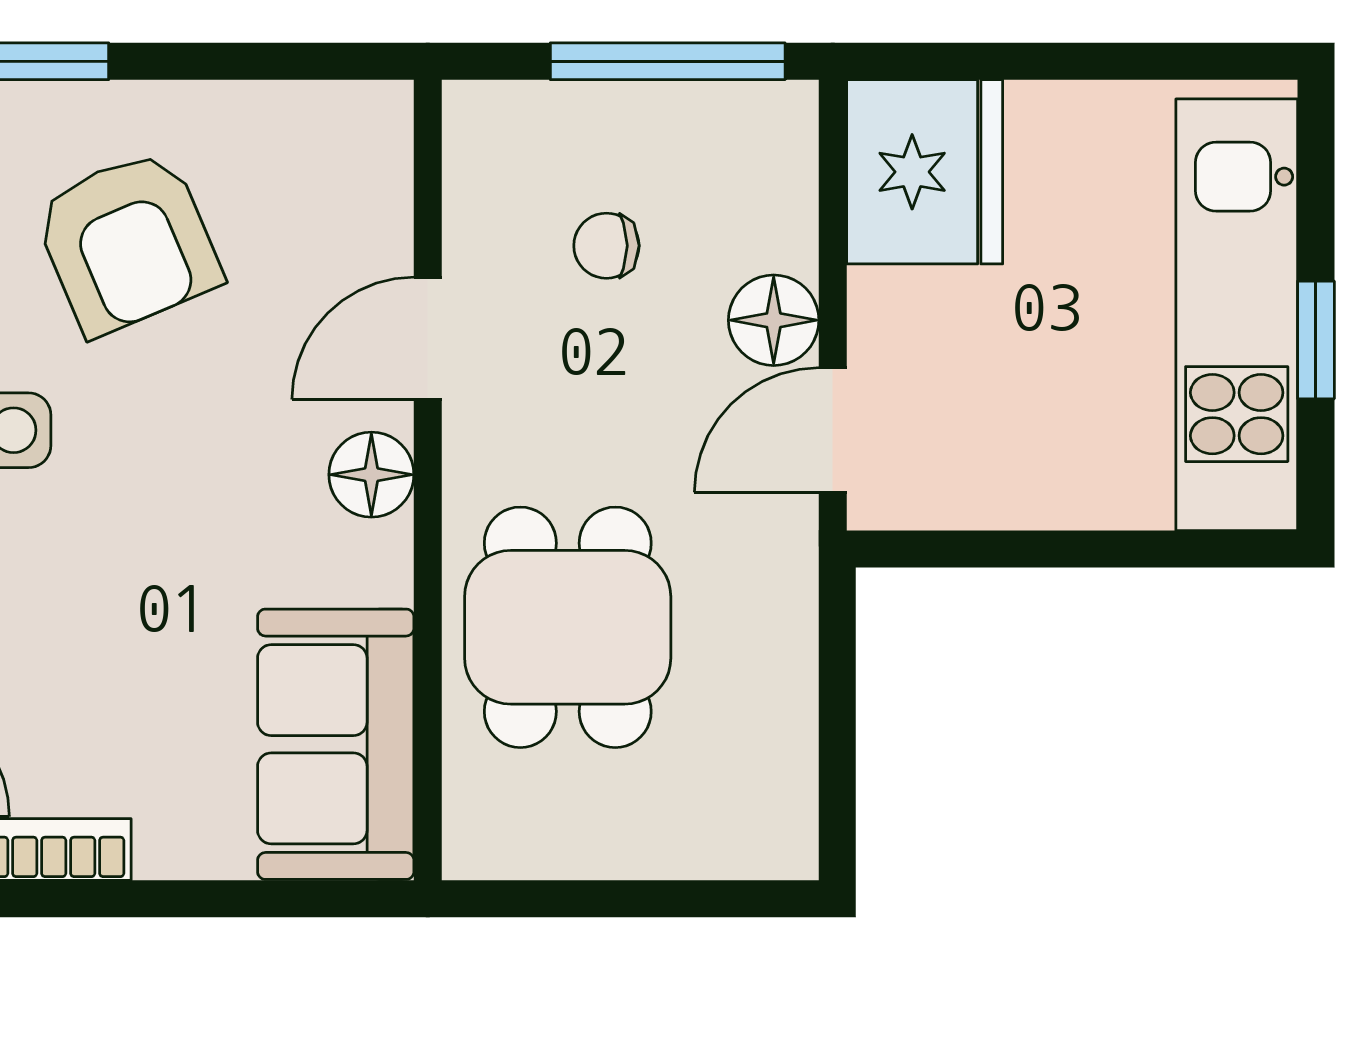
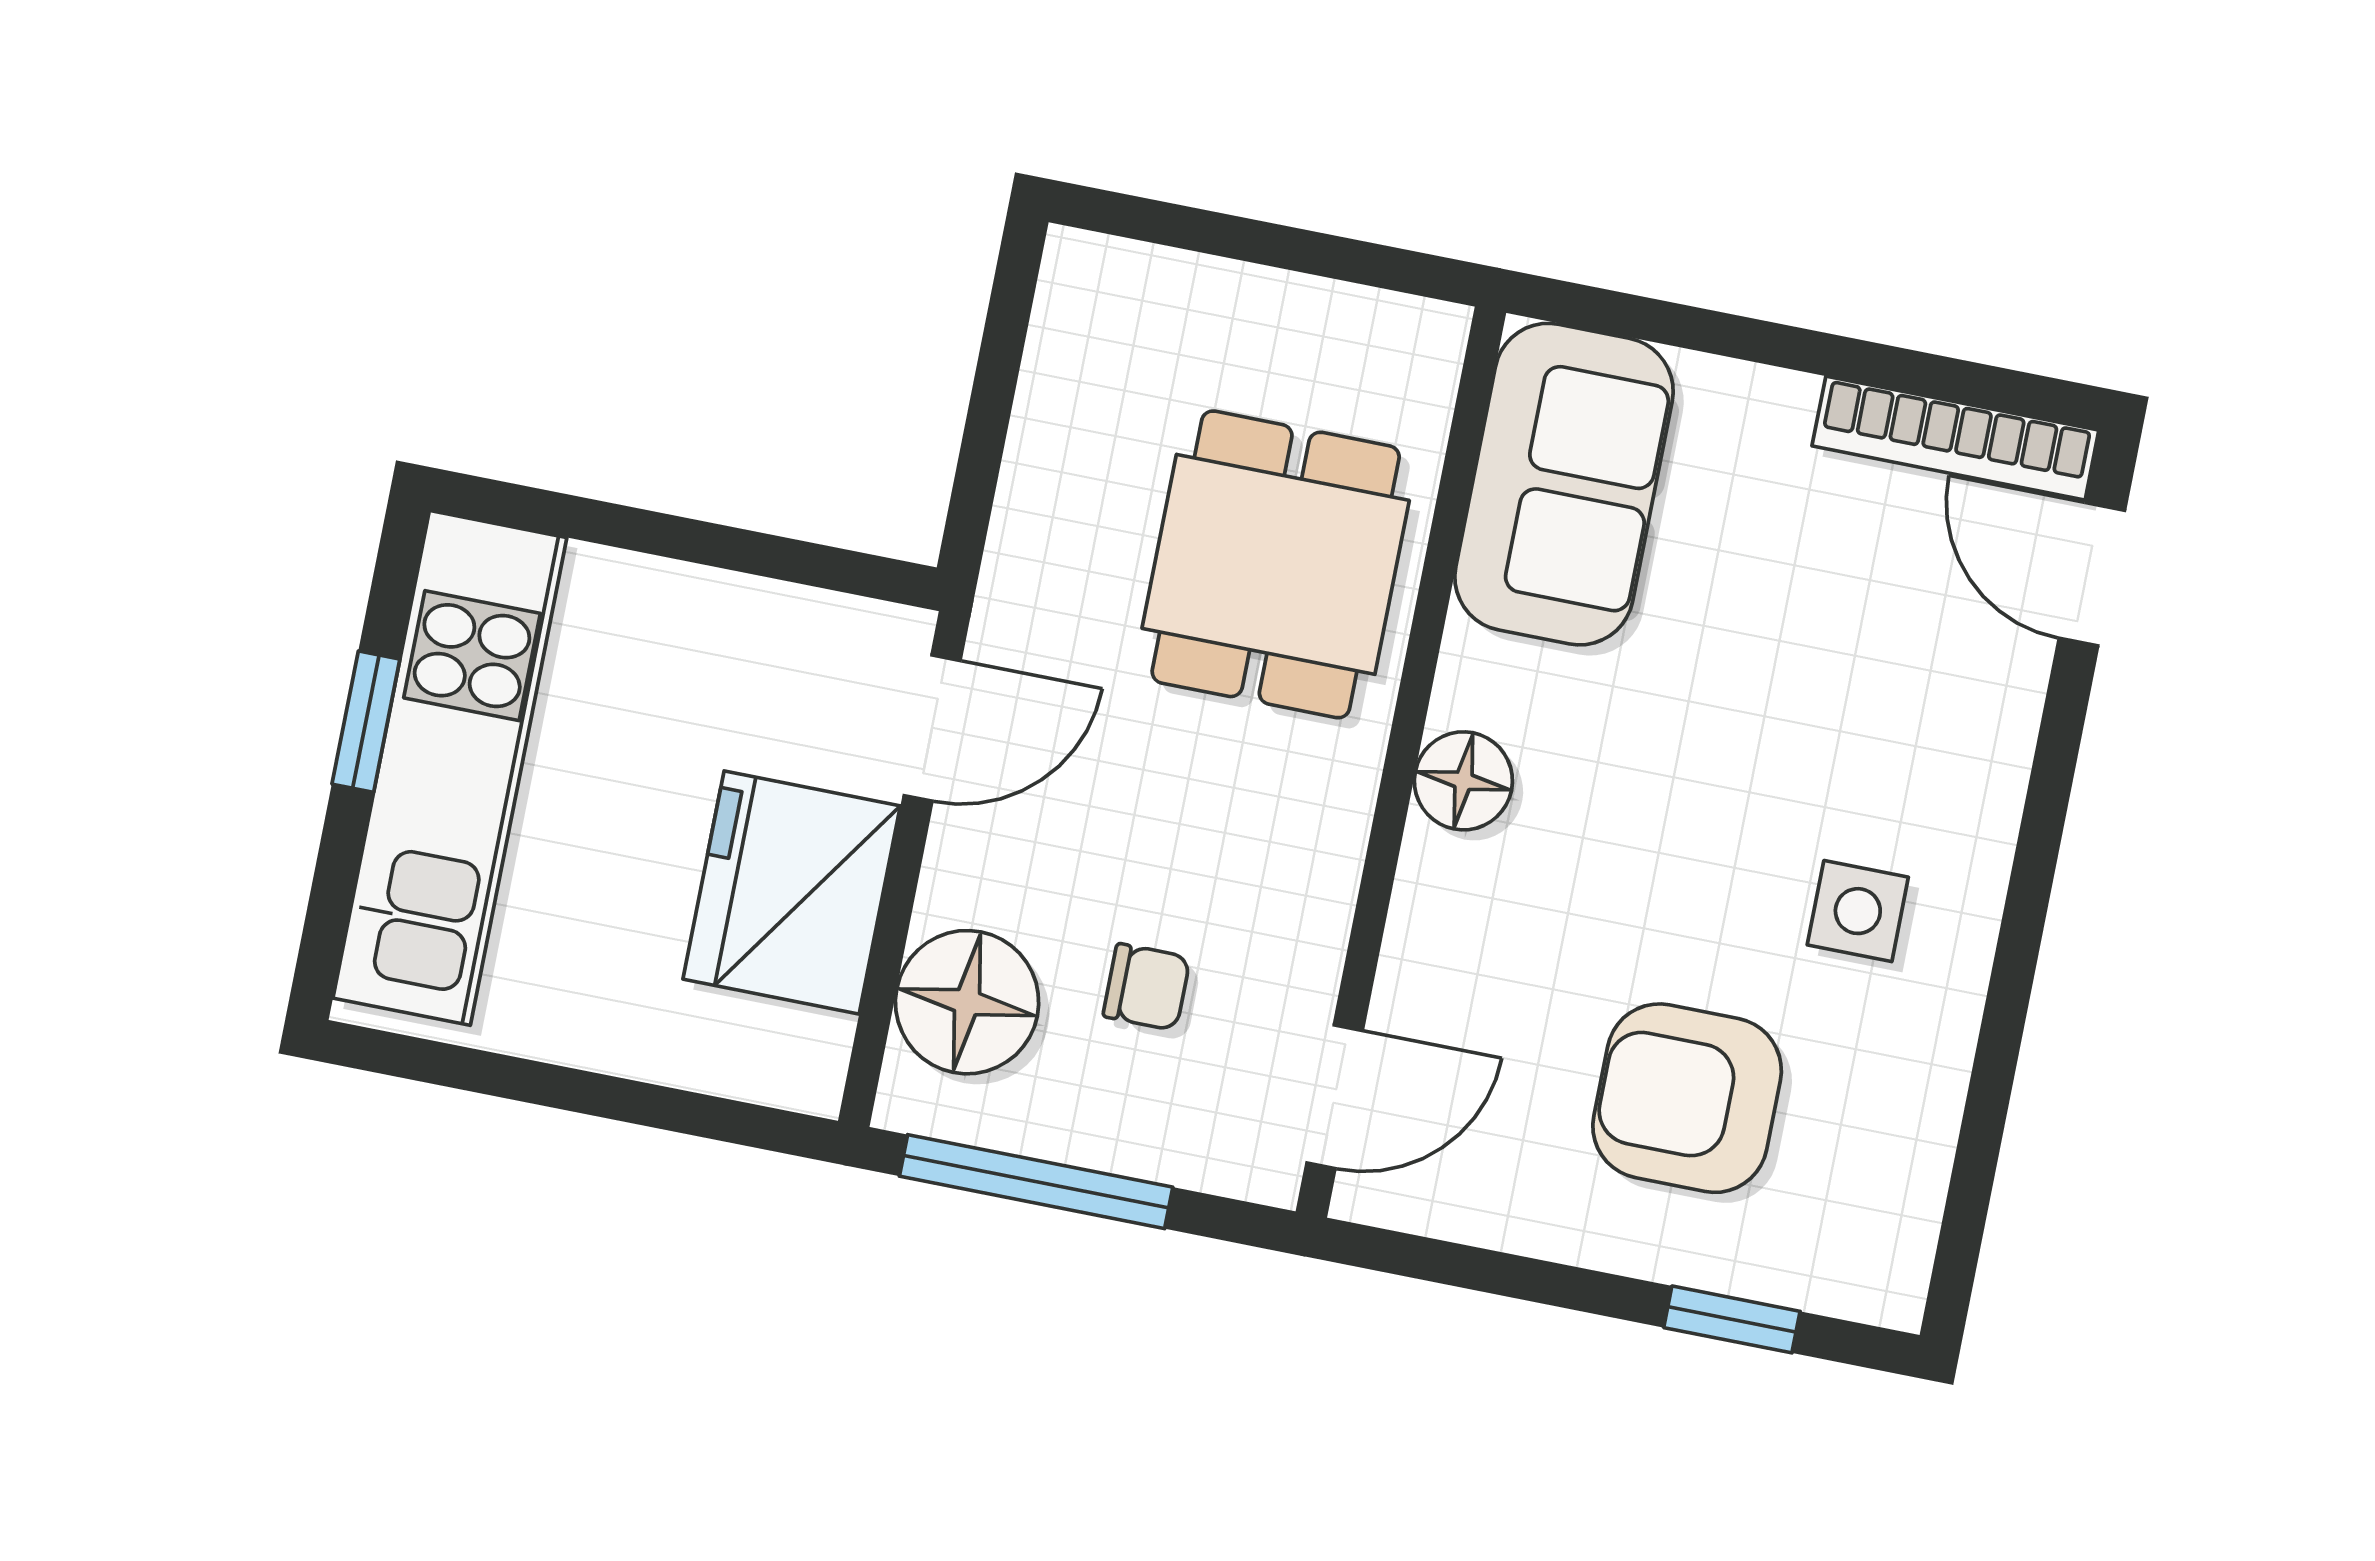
fridge: (925, 172) -> (792, 892), moved
armchair: (127, 242) -> (1687, 1098), turned -67
floor lamp: (774, 320) -> (967, 1002), moved, width x1.38, depth x1.38
door: (428, 338) -> (1335, 1097), moved

